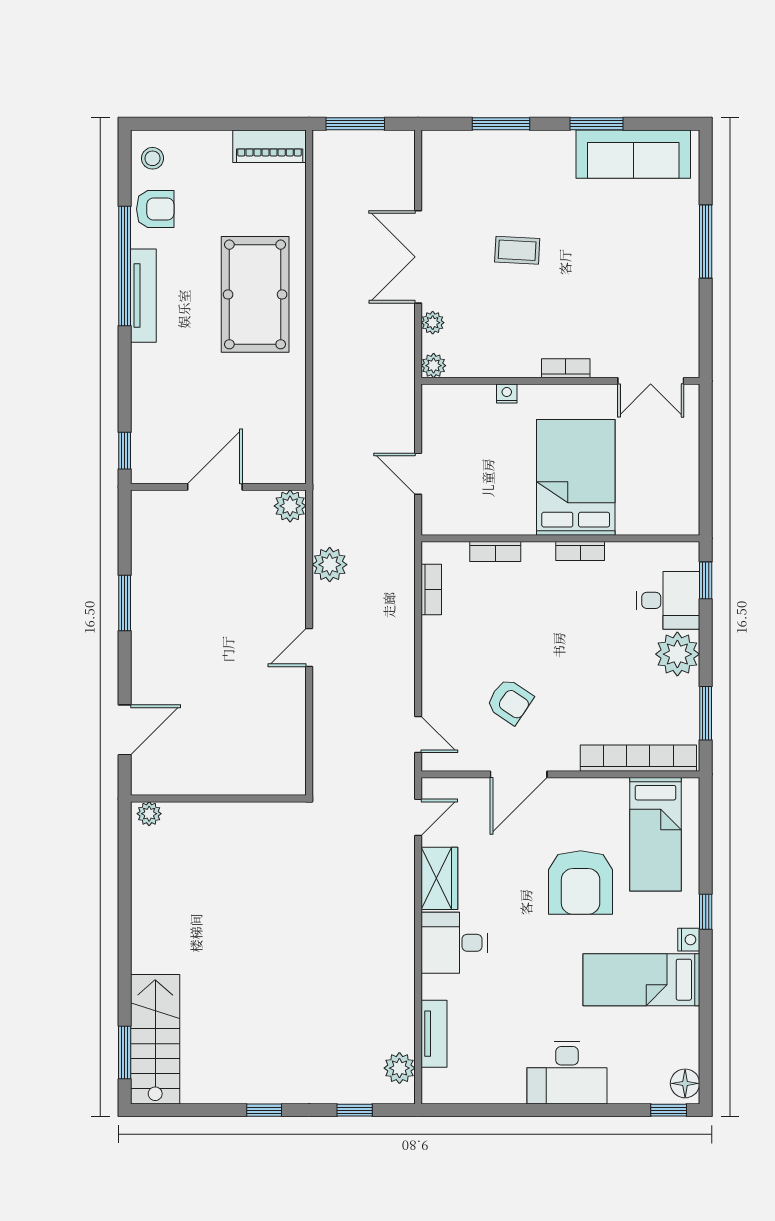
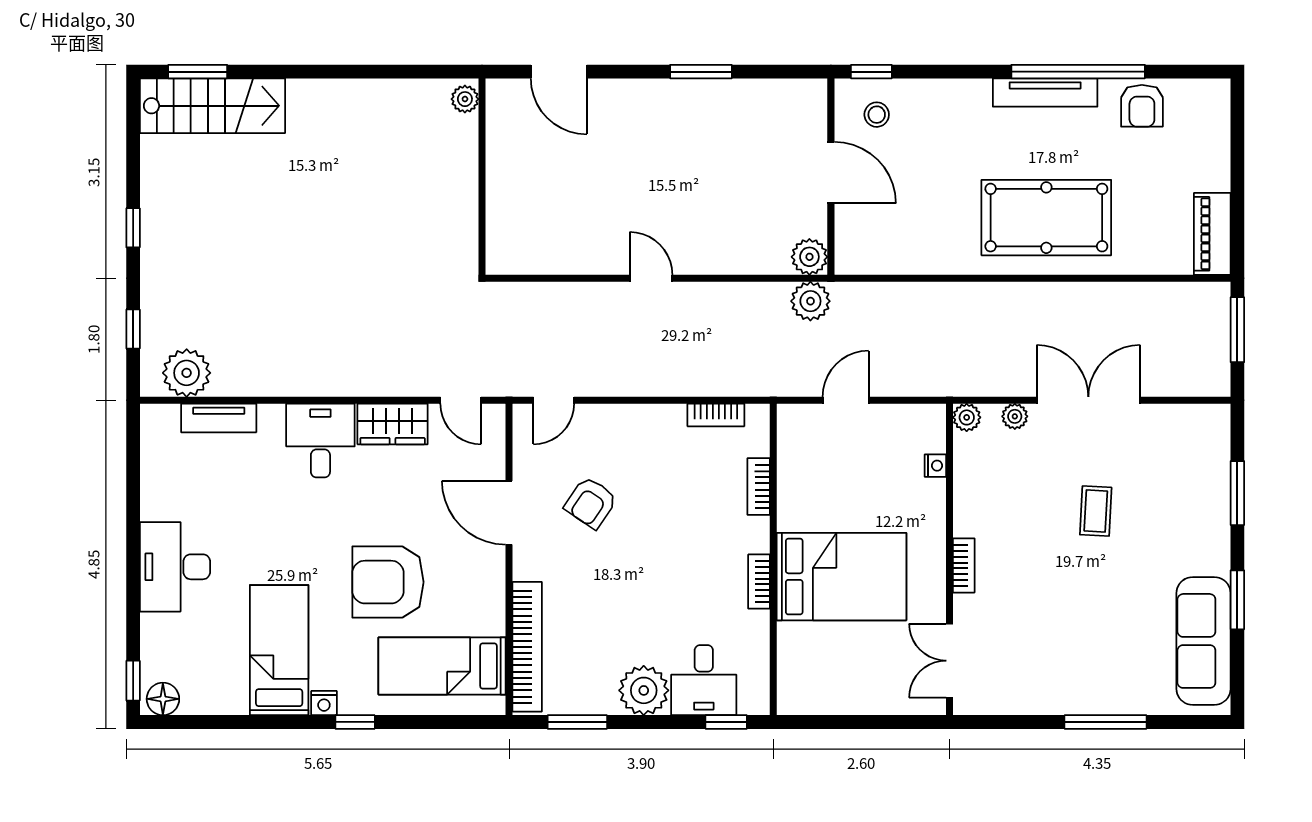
stool: (153, 158) -> (877, 115), moved
nightstand: (507, 394) -> (935, 466), moved
plant: (330, 565) -> (810, 301), moved
plant: (399, 1068) -> (187, 373), width x1.36, depth x1.36

